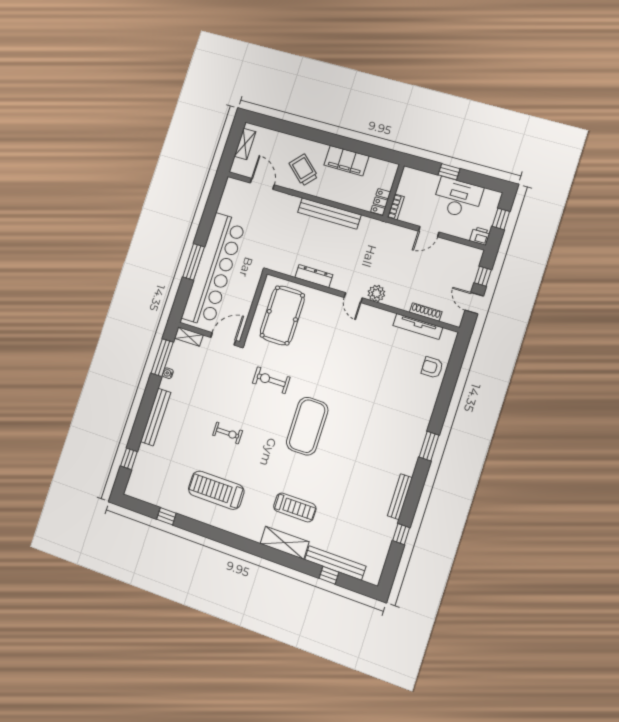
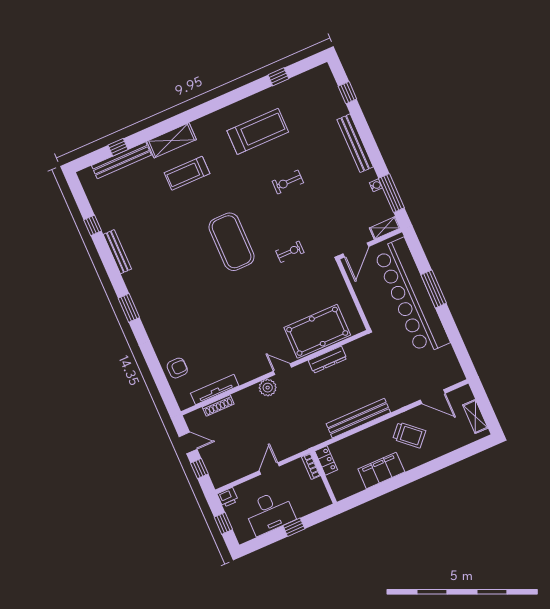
pool table: (282, 315) -> (317, 331), moved, turned 90
exercise bike: (271, 380) -> (290, 252), width x0.73, depth x0.72

